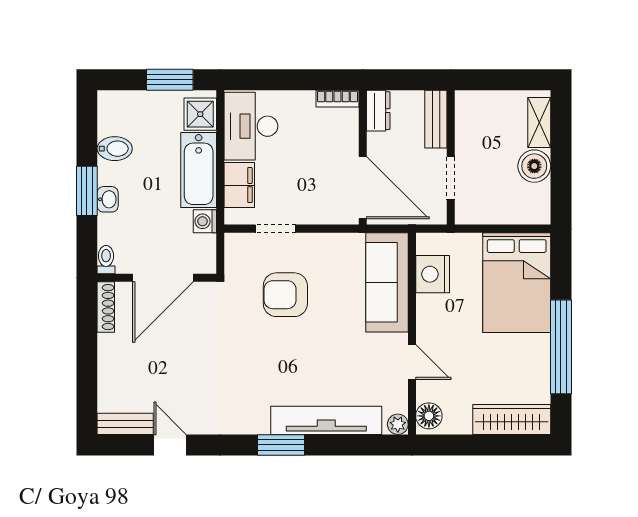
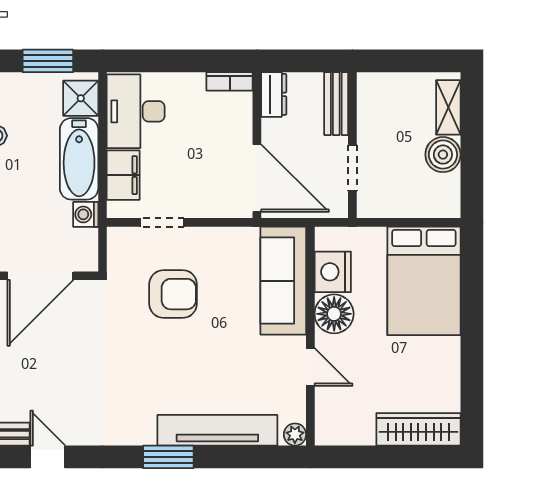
armchair: (285, 295) -> (173, 294), turned 180
window: (561, 347) -> (472, 351), removed
floor lamp: (429, 416) -> (334, 314), moved, width x1.38, depth x1.38

